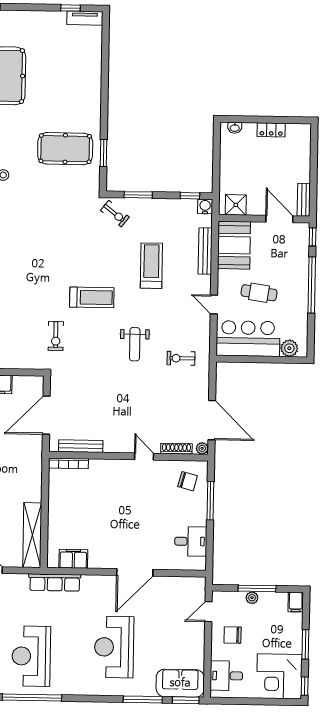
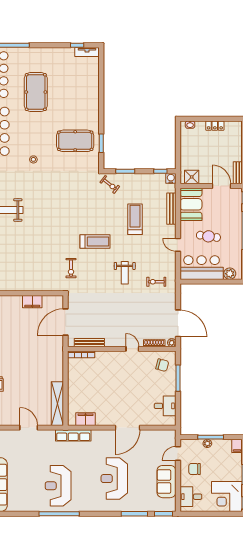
sofa: (180, 683) -> (166, 482), moved, turned -90

